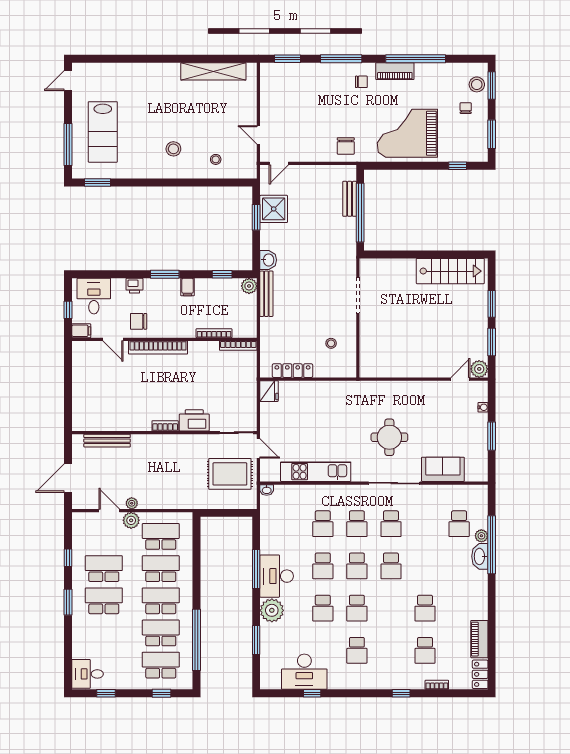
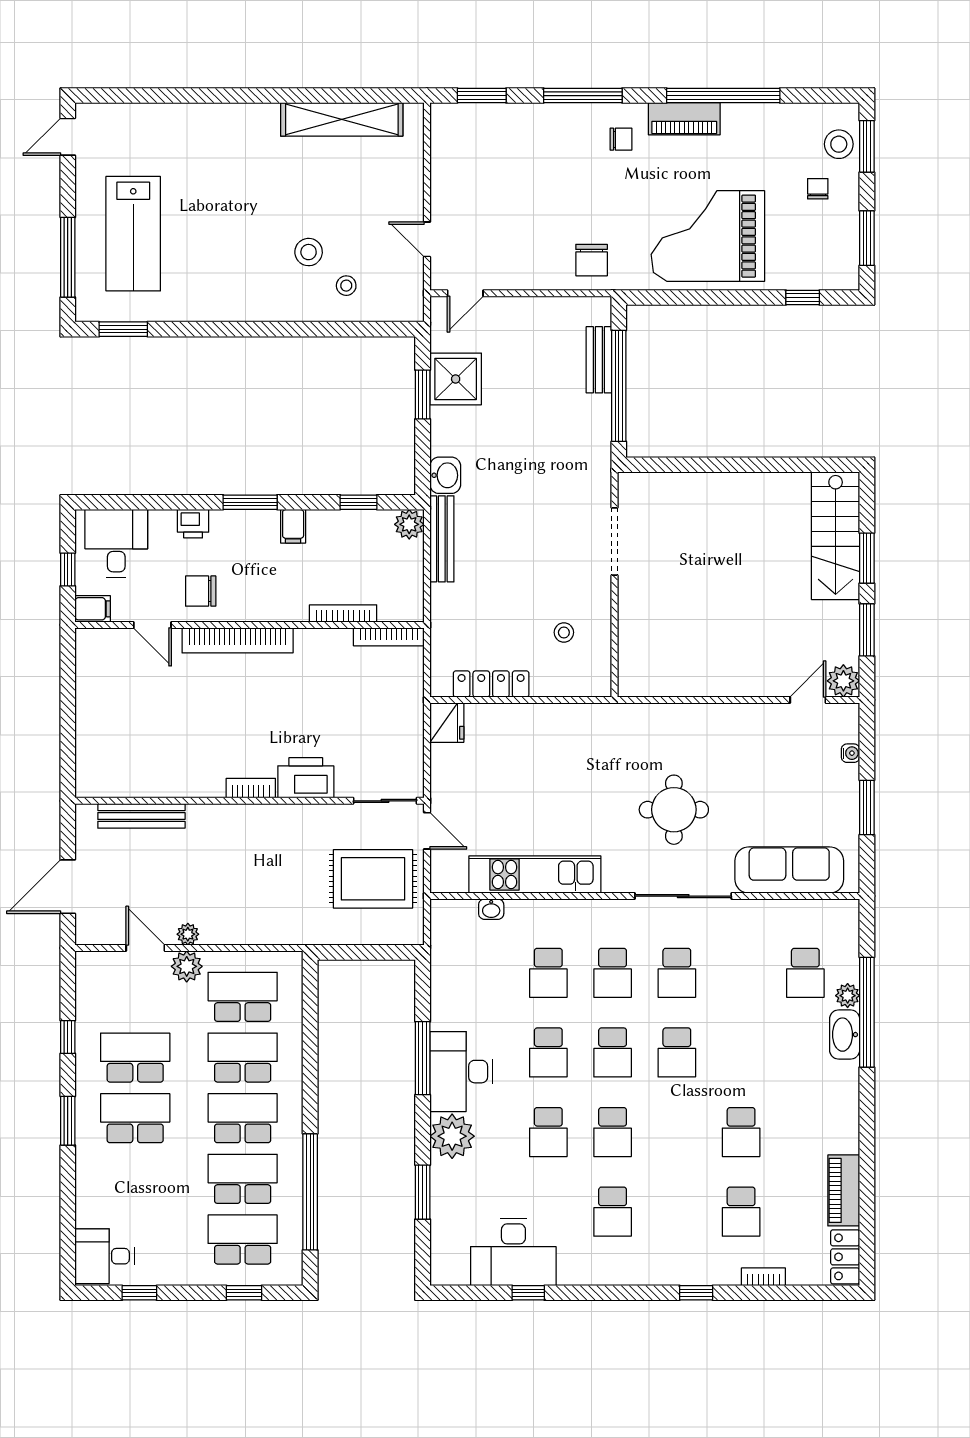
stool: (173, 149) -> (309, 252), moved
stairs: (450, 271) -> (836, 536), moved, turned 90
sofa: (443, 469) -> (789, 870), width x1.36
washbasin: (267, 490) -> (491, 909), moved

